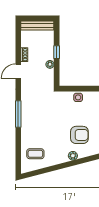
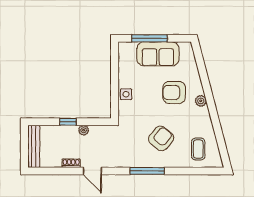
armchair: (44, 125) -> (161, 138), added
armchair: (79, 135) -> (174, 93), turned -90

